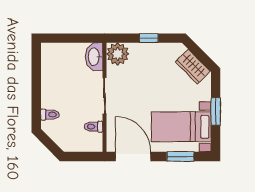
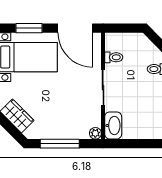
window: (149, 38) -> (60, 144), width x2.17
plant: (118, 54) -> (95, 133), width x0.53, depth x0.53

